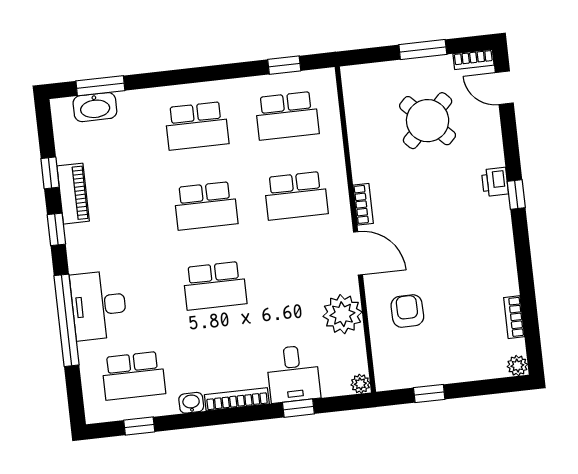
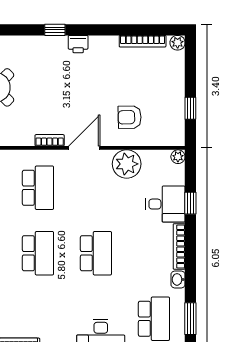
printer: (495, 182) -> (78, 44), moved
bookcase: (514, 317) -> (143, 41), width x1.56
window: (139, 426) -> (190, 319), width x1.50

